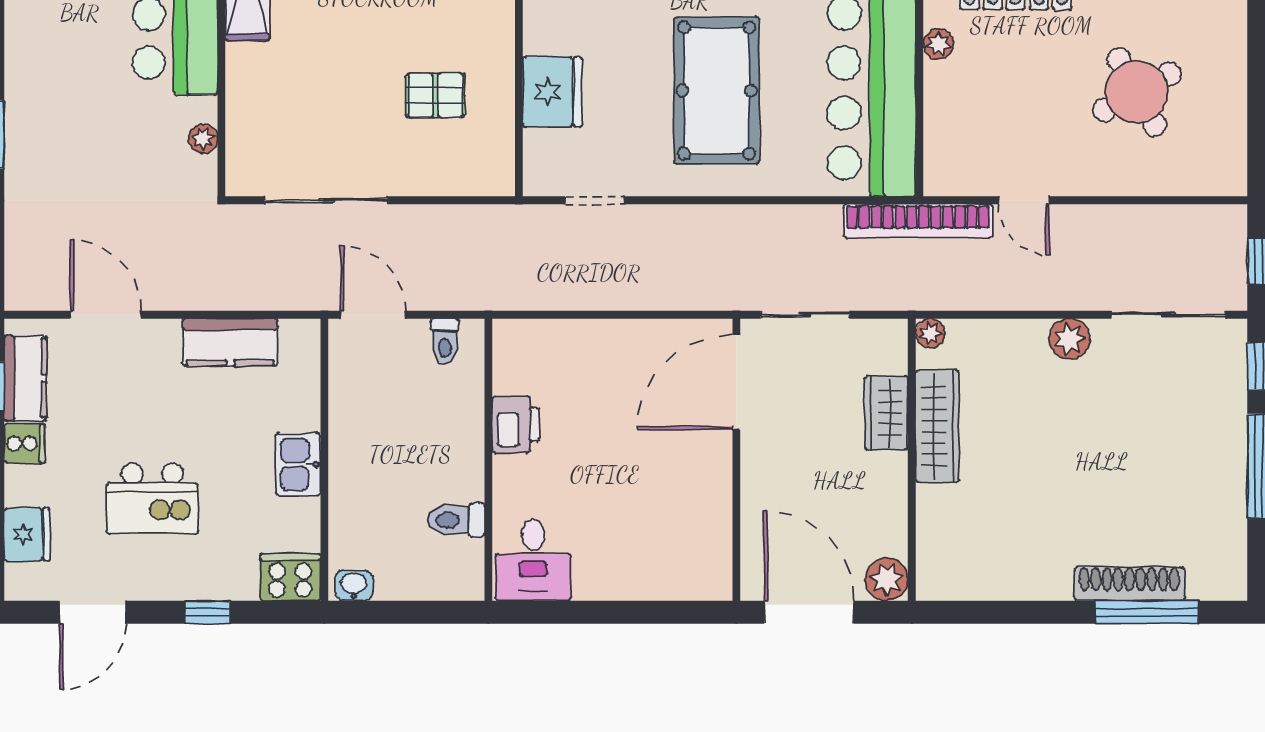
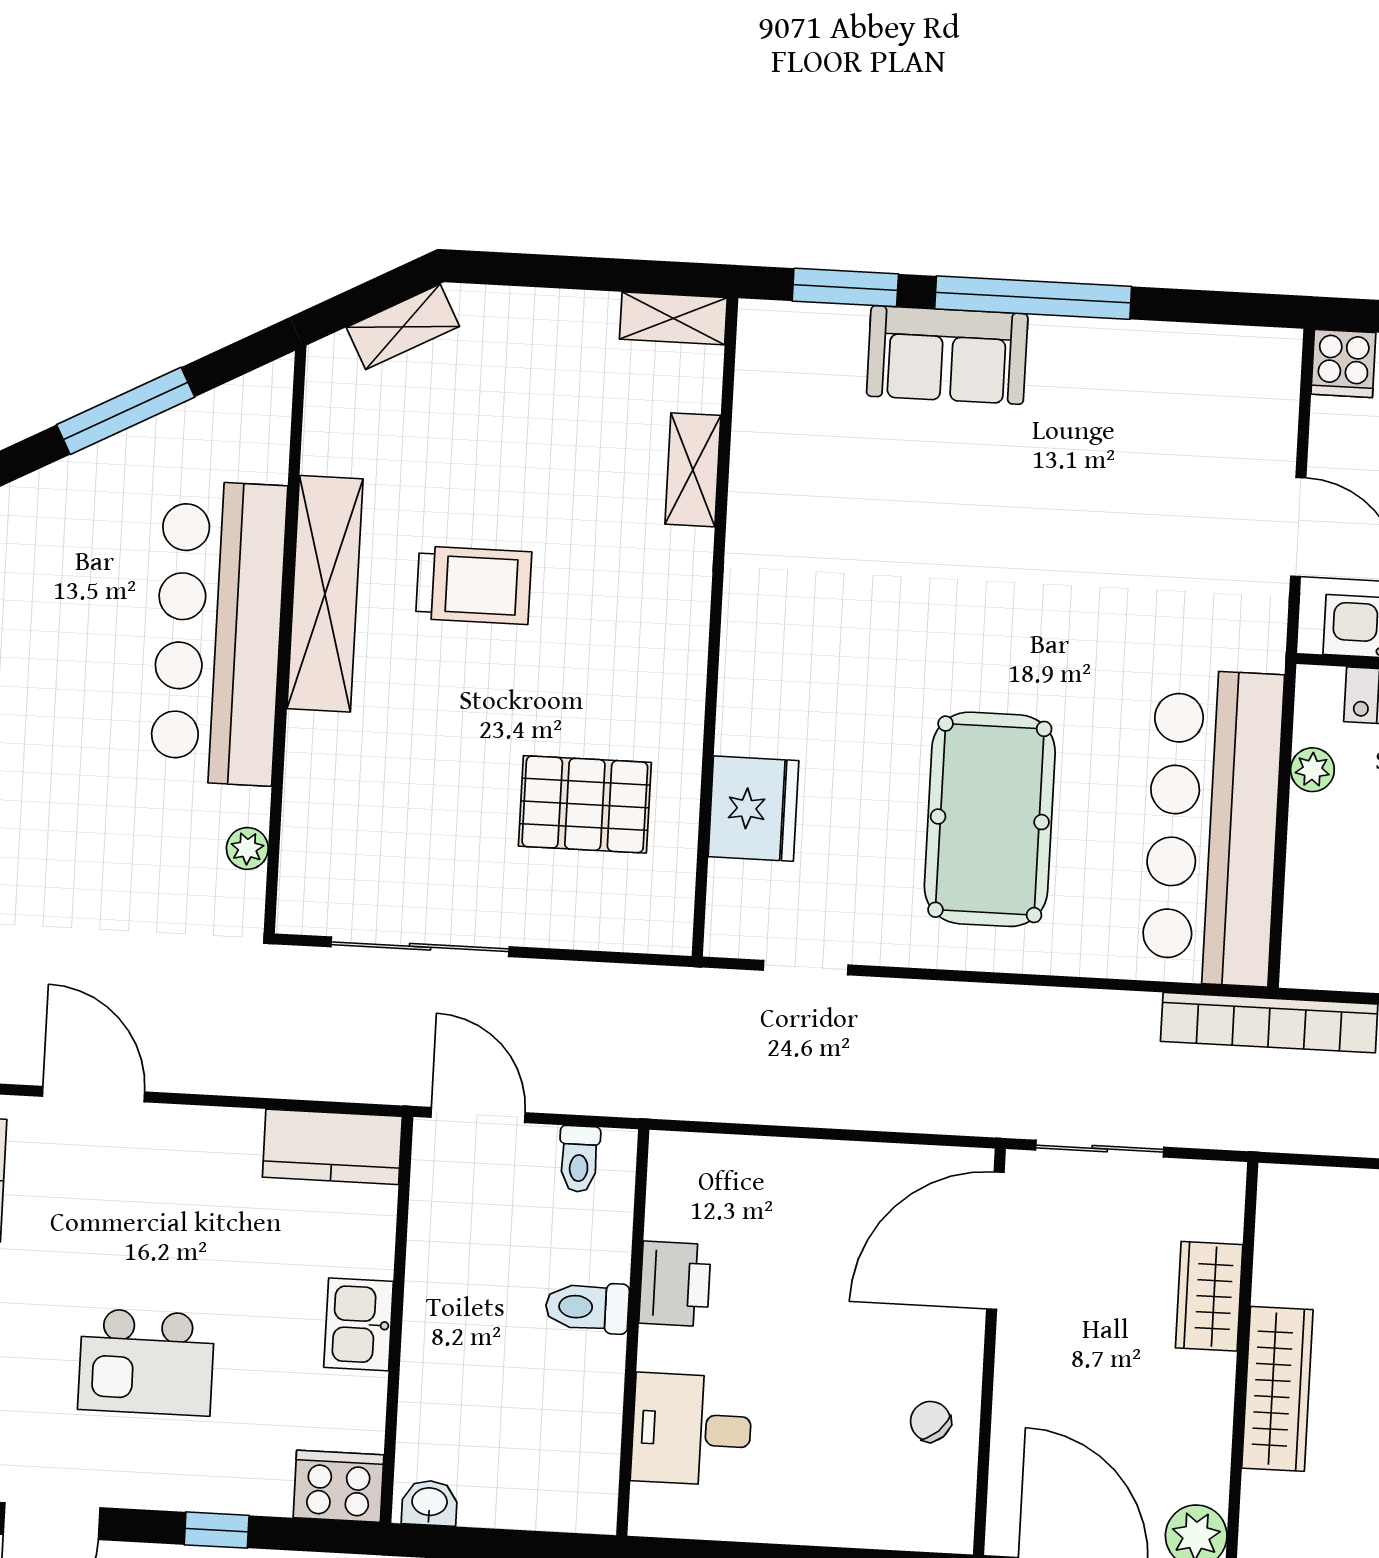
pallet: (435, 95) -> (585, 804), width x1.50, depth x1.42
plant: (930, 333) -> (1278, 1185), removed
kitchen counter: (230, 342) -> (332, 1147), moved
wardrobe: (937, 426) -> (1277, 1389), moved
chair: (698, 510) -> (931, 1421), added
toilet: (456, 520) -> (587, 1307), moved
desk: (533, 560) -> (692, 1429), moved, turned 90

